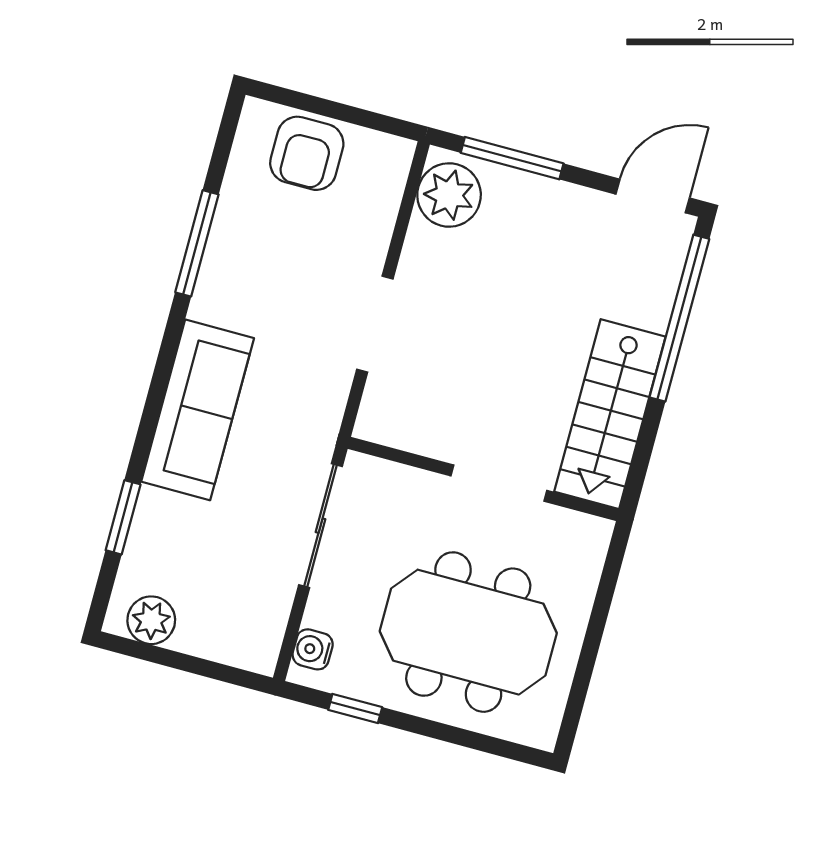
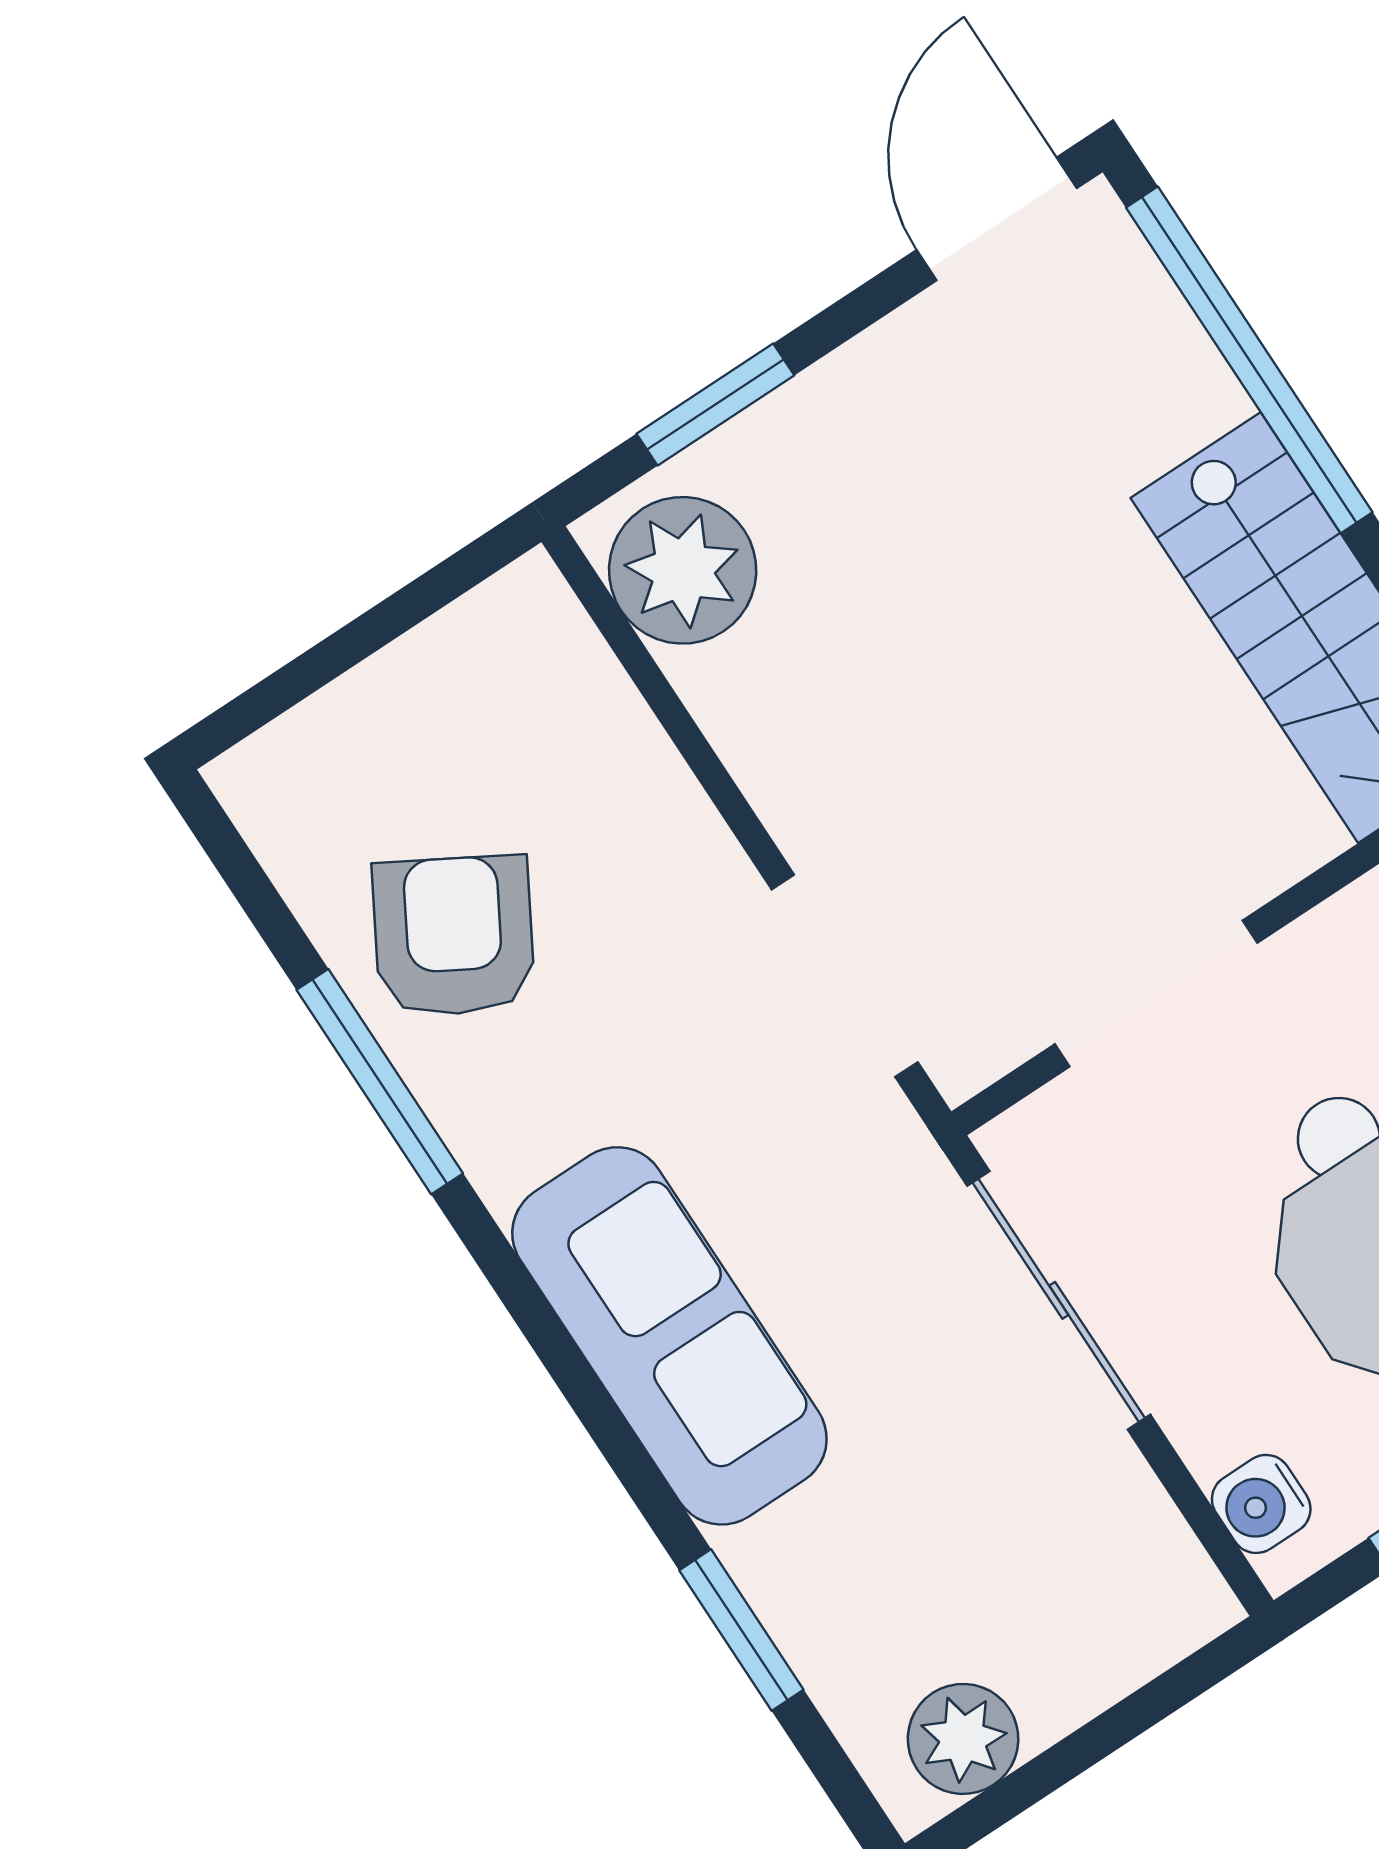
armchair: (307, 153) -> (454, 936), moved, turned -150
window: (512, 158) -> (715, 404), width x0.69
doorway: (375, 324) -> (845, 976), moved
doorway: (499, 483) -> (1156, 993), moved

